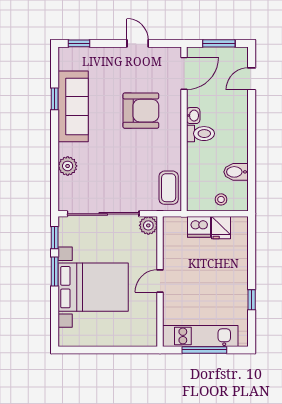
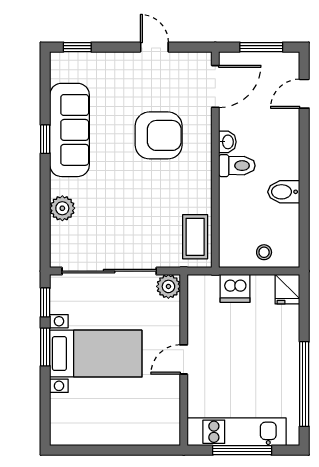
window: (55, 99) -> (45, 139), moved
bidet: (236, 172) -> (284, 192), moved
fridge: (221, 228) -> (287, 289), moved
bed with nightstands: (93, 287) -> (96, 354), width x0.73
window: (252, 300) -> (304, 384), width x3.17

